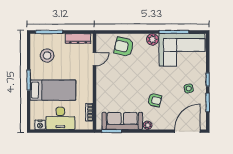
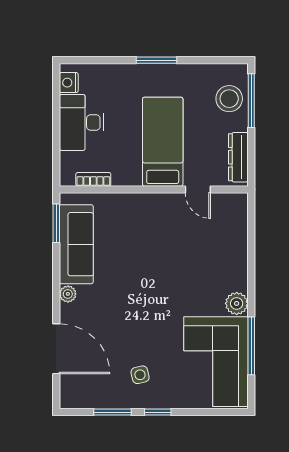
armchair: (124, 47) -> (222, 247), removed
stool: (47, 56) -> (229, 99), moved
bed: (53, 90) -> (163, 142), moved, turned 180
armchair: (155, 100) -> (117, 308), removed
door: (187, 131) -> (56, 349), moved

